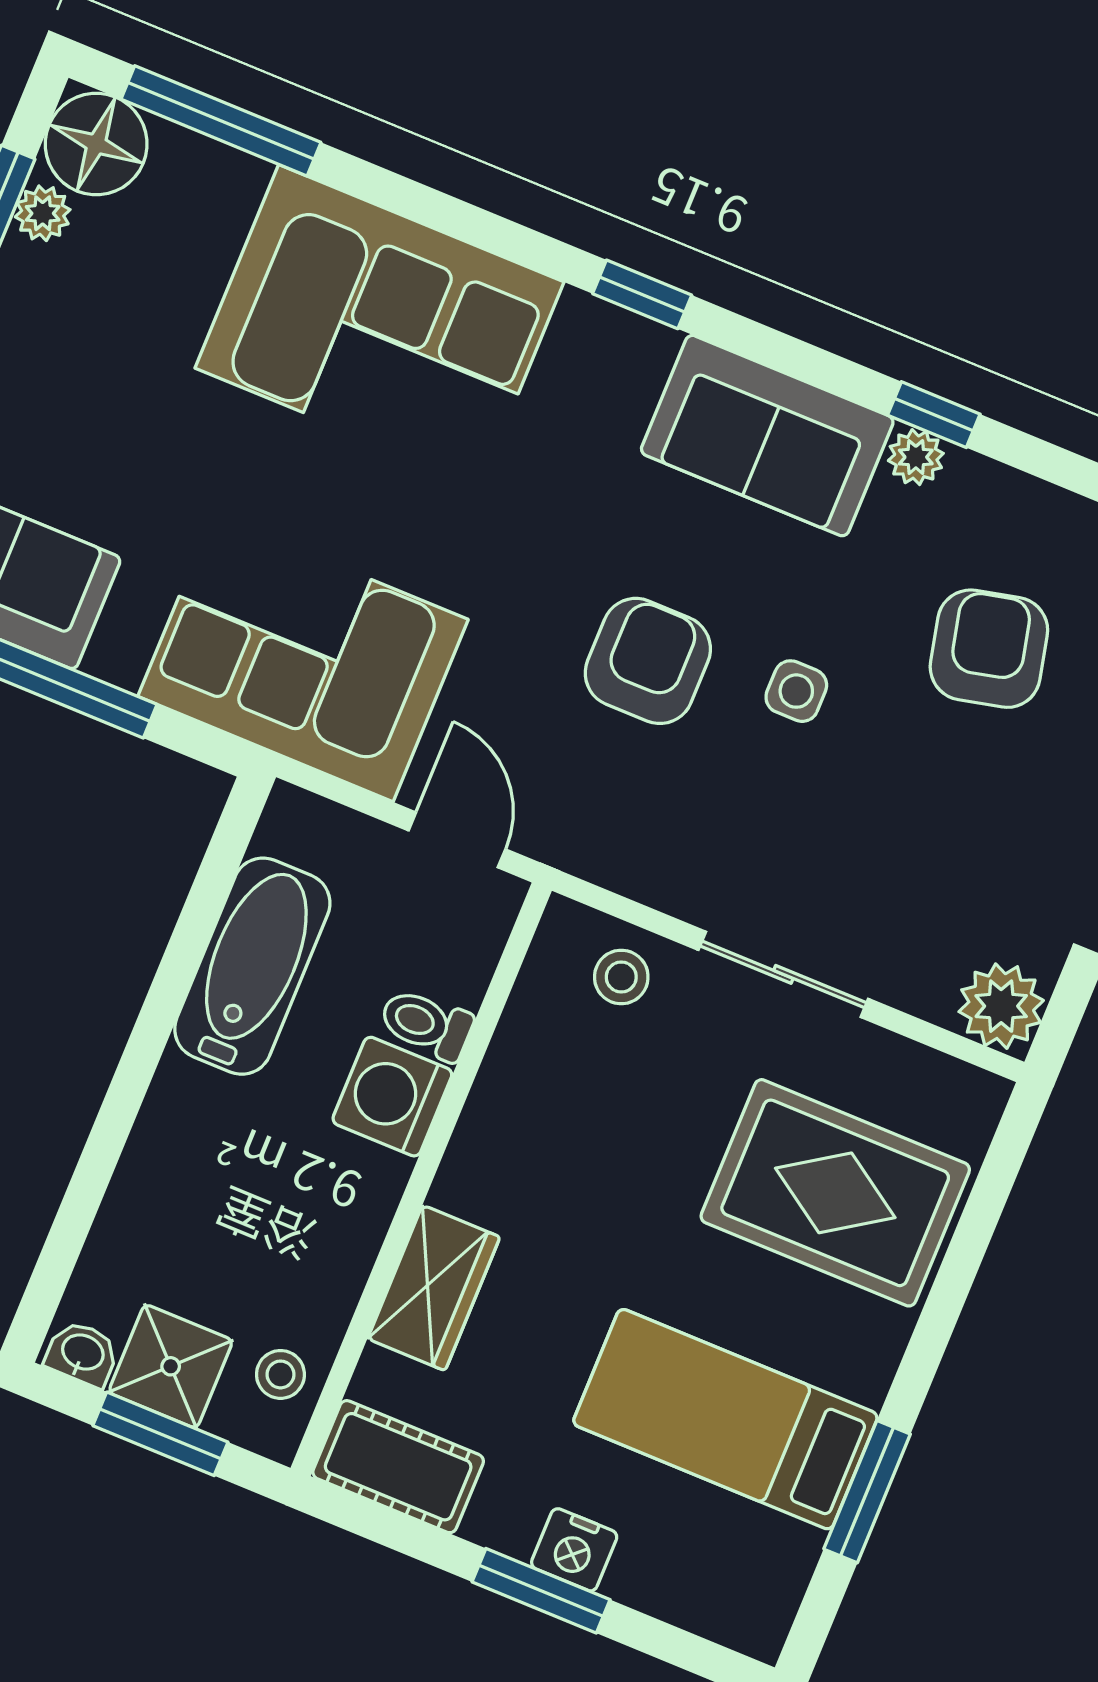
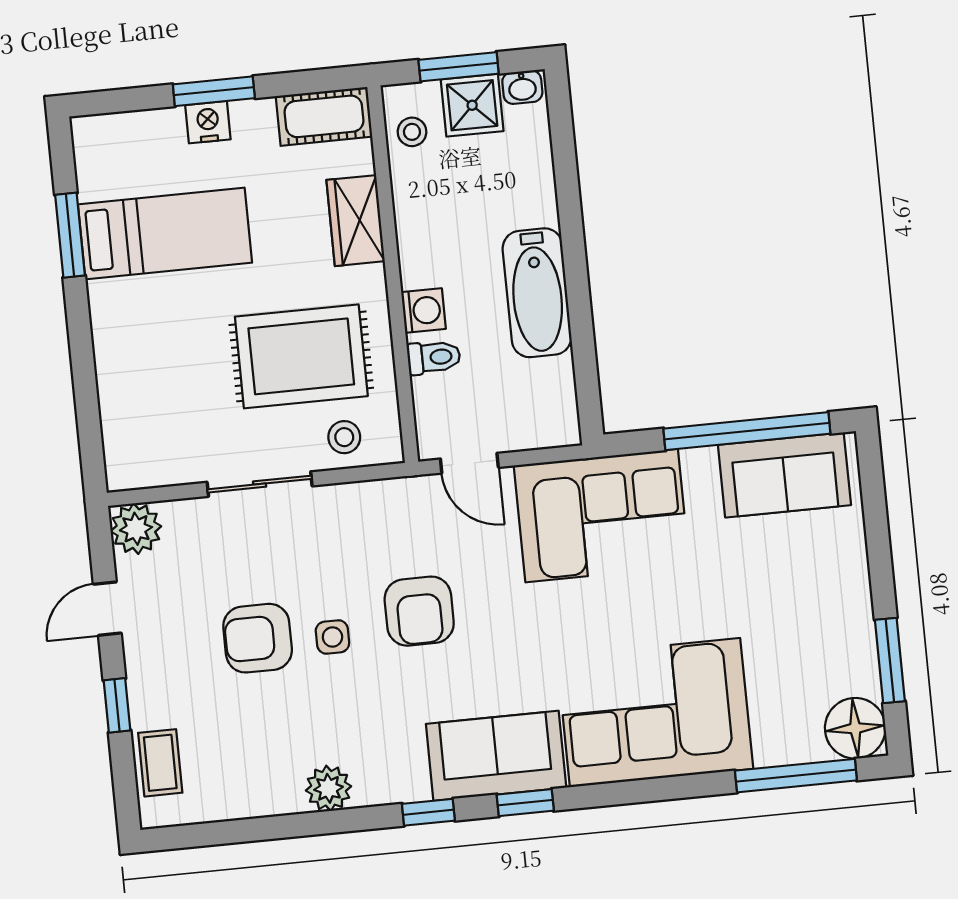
plant: (43, 213) -> (864, 677), removed
window: (934, 415) -> (428, 812), moved
sofa: (767, 436) -> (496, 756), moved
plant: (916, 457) -> (329, 788), width x1.38, depth x1.38
armchair: (989, 649) -> (258, 638), moved, turned 103
bathtub: (252, 966) -> (537, 293), moved
washing machine: (392, 1097) -> (423, 311), width x0.73, depth x0.73
rug: (835, 1193) -> (301, 356), moved

